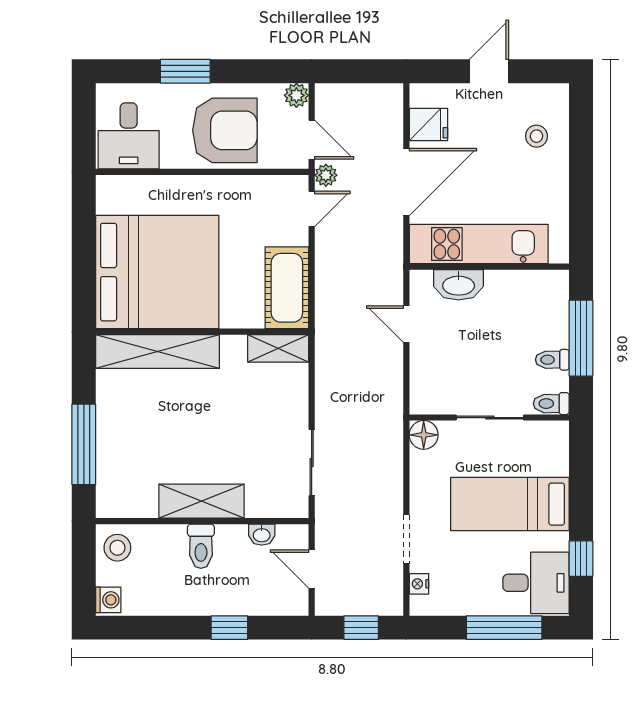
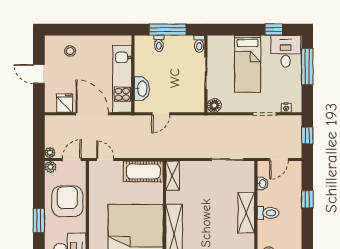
plant: (326, 175) -> (50, 153), moved
toilet: (552, 360) -> (159, 43), moved

